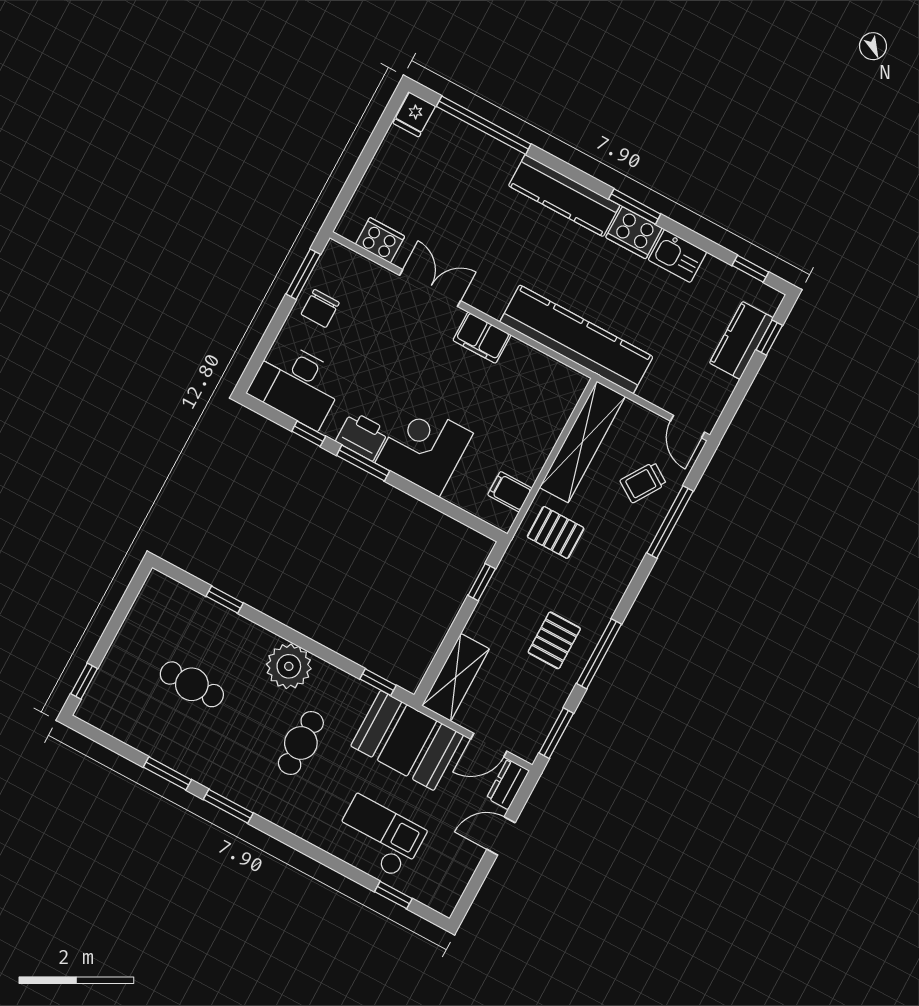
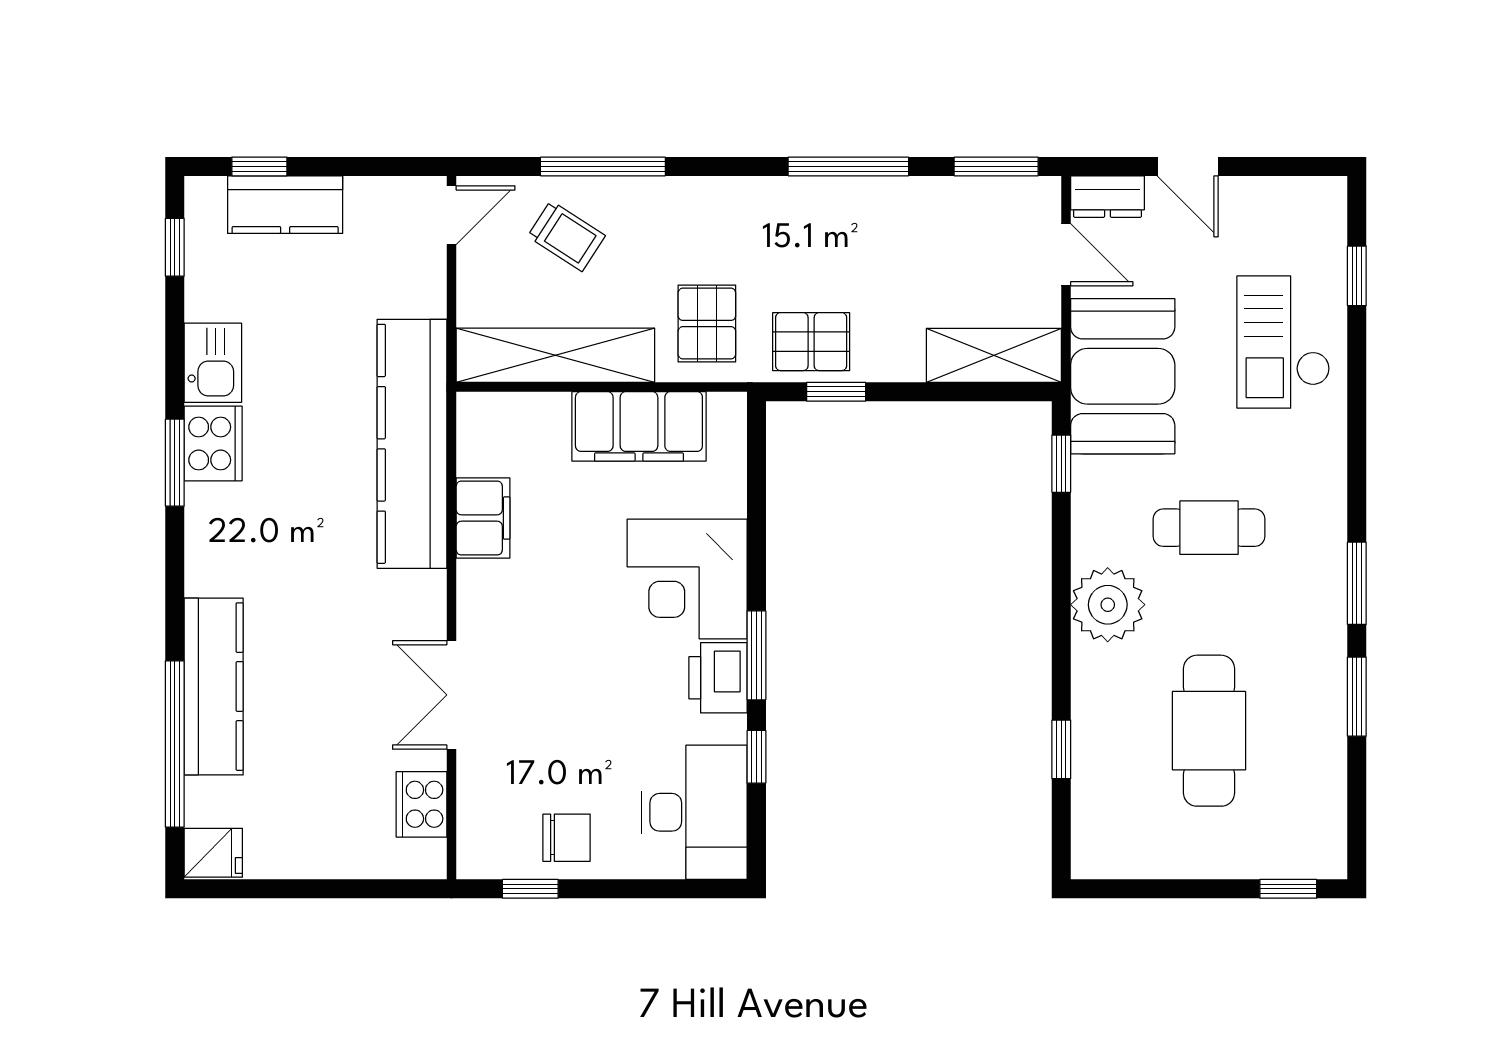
kitchen counter: (564, 195) -> (214, 687), moved
window: (303, 274) -> (530, 889), width x0.67
filing cabinet: (482, 338) -> (483, 518), moved
filing cabinet: (510, 492) -> (639, 426), width x3.00, depth x1.17
pallet: (554, 640) -> (811, 342), moved
cafe table: (192, 684) -> (1209, 731), width x1.37, depth x1.35

